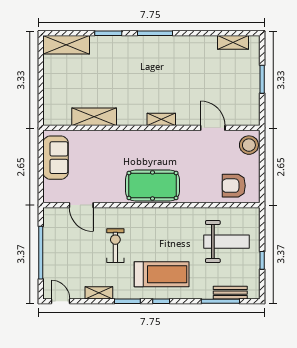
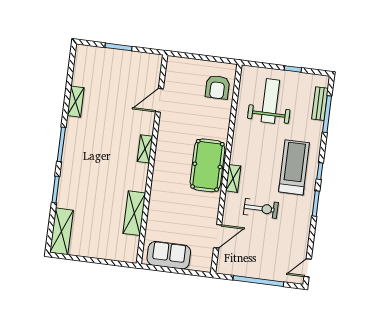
shelving: (233, 42) -> (76, 102), moved
stool: (249, 145) -> (180, 68), removed
exercise bike: (115, 246) -> (261, 208), turned 180
shelving: (99, 293) -> (233, 178), moved

